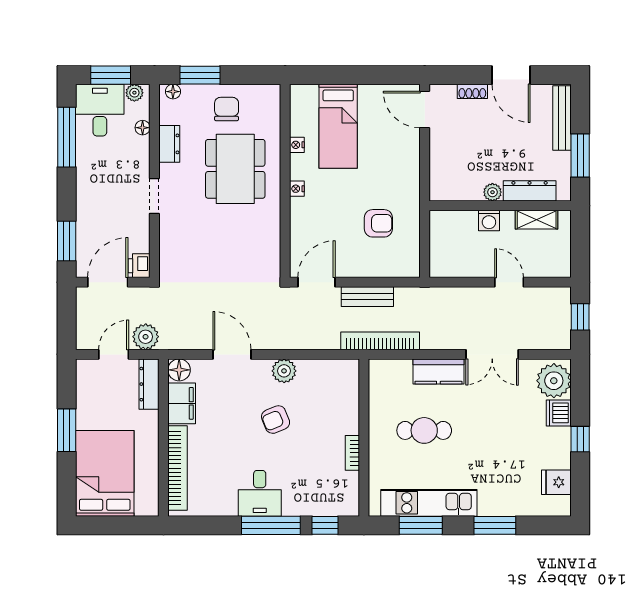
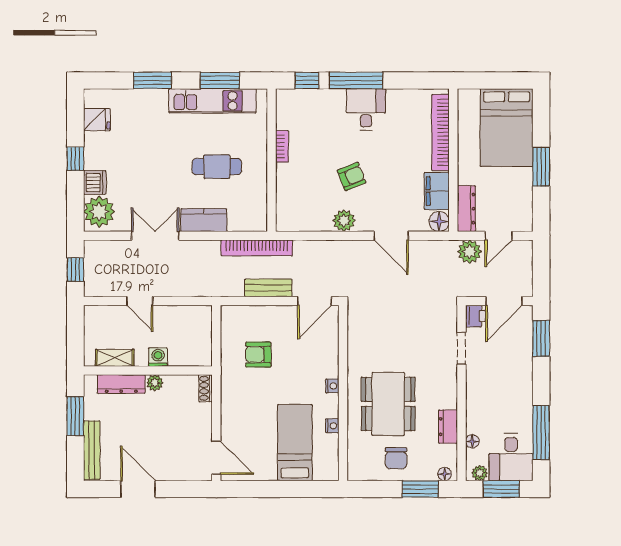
shoe rack: (472, 91) -> (206, 388), moved, turned -90
doorway: (154, 196) -> (461, 348), moved

